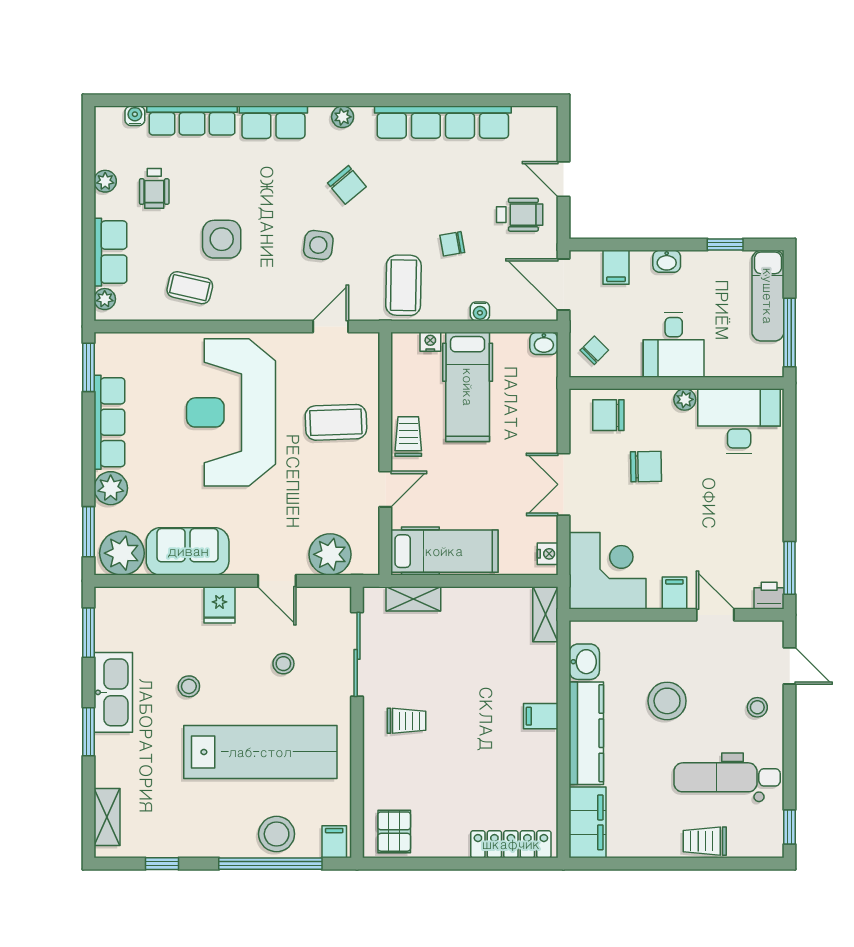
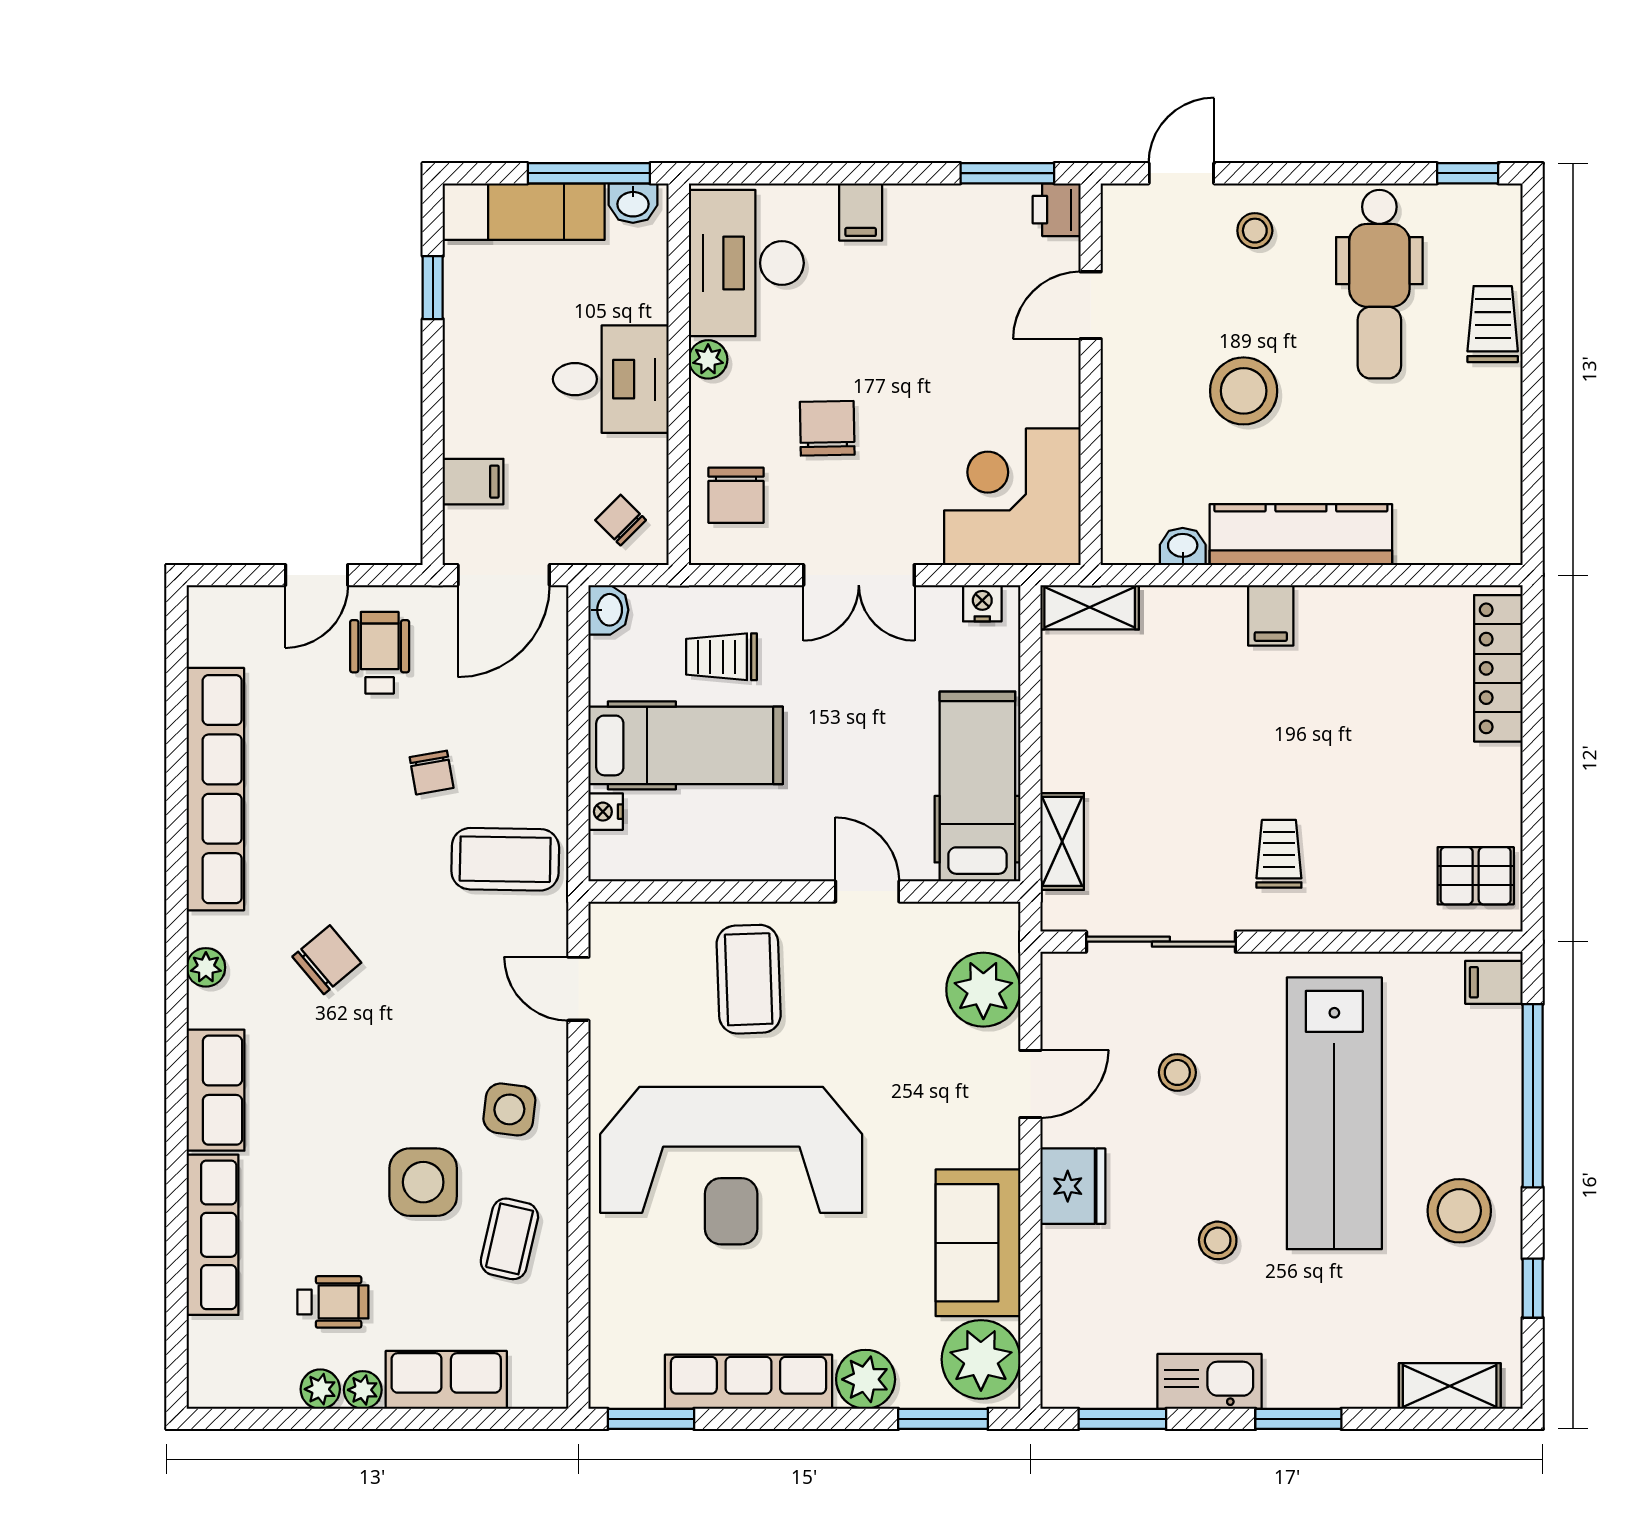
water cooler: (135, 116) -> (204, 1336), removed
side table: (318, 245) -> (509, 1109), moved
washbasin: (667, 261) -> (633, 203), moved, turned 90
plant: (105, 299) -> (363, 1390), moved
water cooler: (480, 311) -> (551, 723), removed
trolley: (408, 437) -> (721, 657), moved
filing cabinet: (674, 593) -> (861, 212), moved, turned -90
fridge: (219, 605) -> (1073, 1186), width x1.38
washbasin: (584, 662) -> (1183, 546), width x0.72, depth x0.69
kitchen sink: (113, 692) -> (1210, 1381), width x0.73, depth x0.81
lab bench: (260, 752) -> (1334, 1113), turned 180
filing cabinet: (588, 822) -> (1459, 532), removed
stool: (277, 834) -> (1459, 1211), moved
trolley: (705, 841) -> (1493, 324), turned 180

